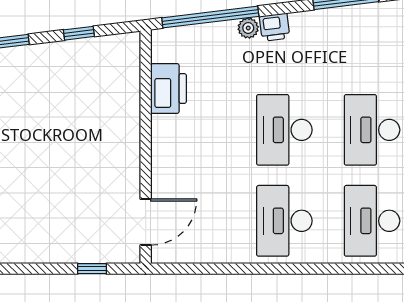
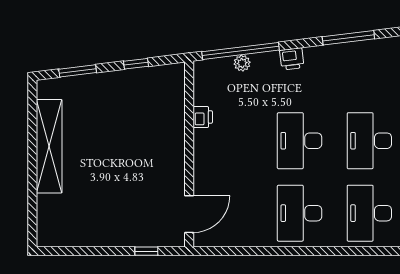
plant: (248, 28) -> (242, 63), moved
printer: (168, 89) -> (203, 117), width x0.53, depth x0.68

